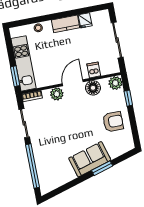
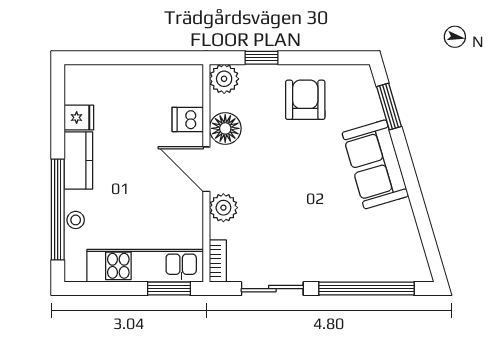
window: (41, 19) -> (58, 210), added
sliding door: (117, 40) -> (134, 58), removed
window: (102, 168) -> (389, 107), moved

